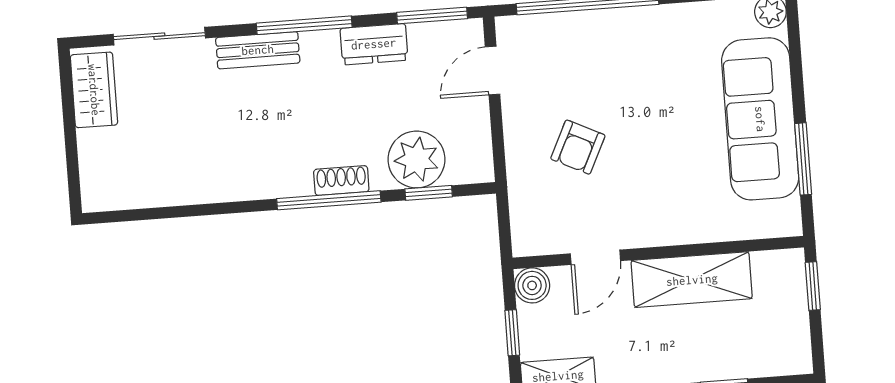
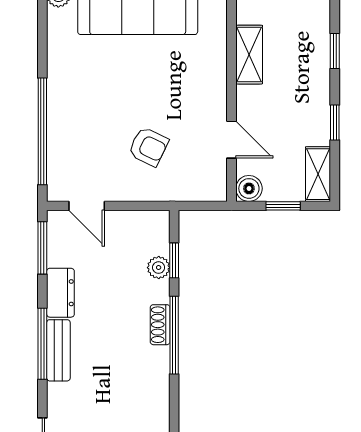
bench: (258, 50) -> (58, 350), moved
plant: (417, 159) -> (159, 268), width x0.53, depth x0.53
shelving: (692, 280) -> (249, 55), width x0.67, depth x0.75

